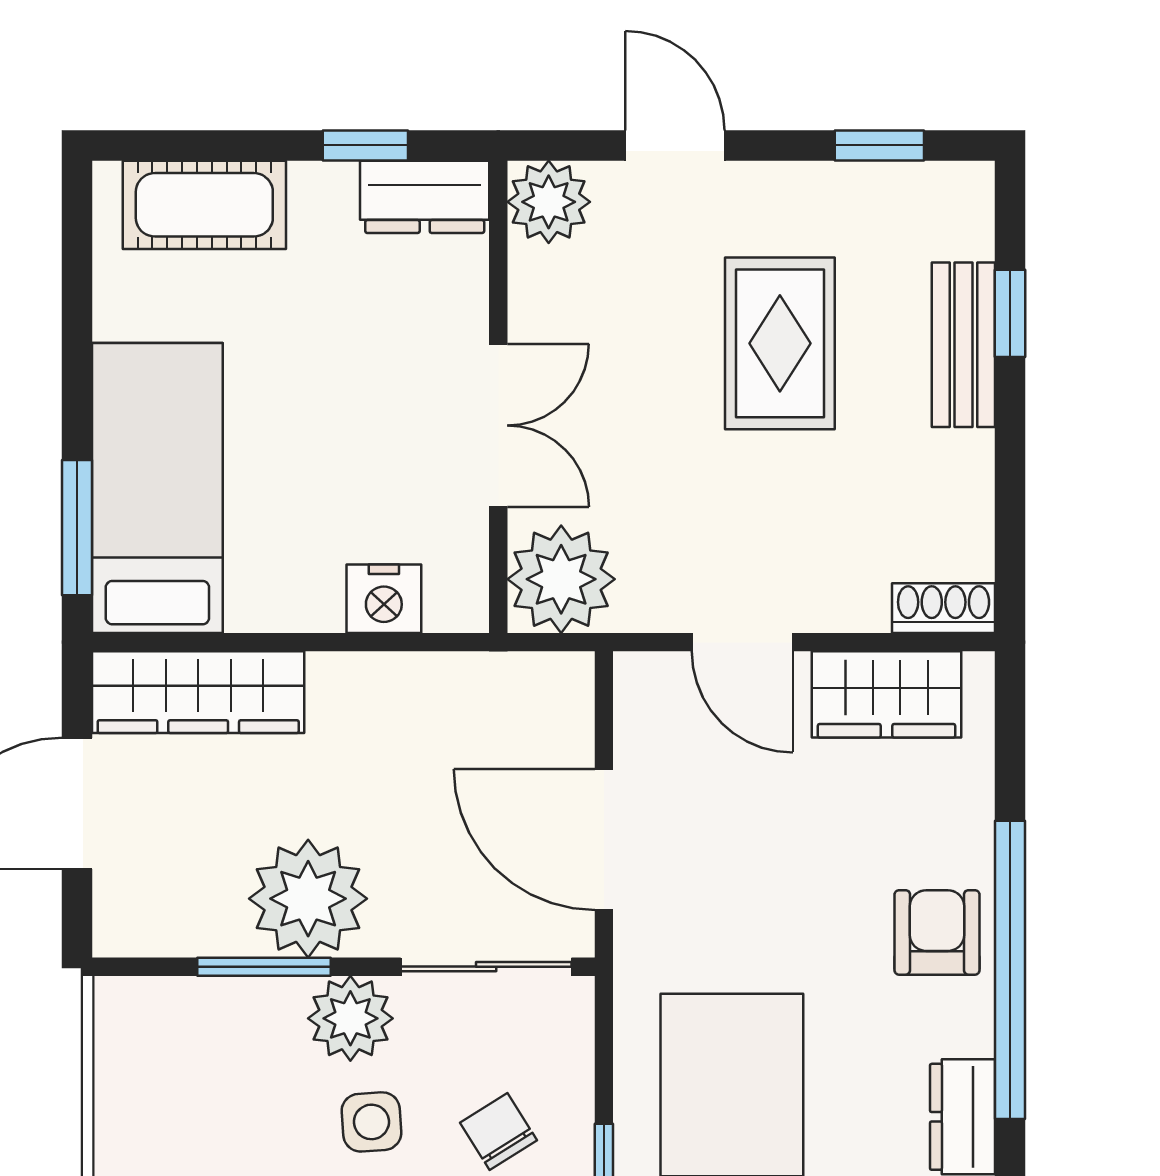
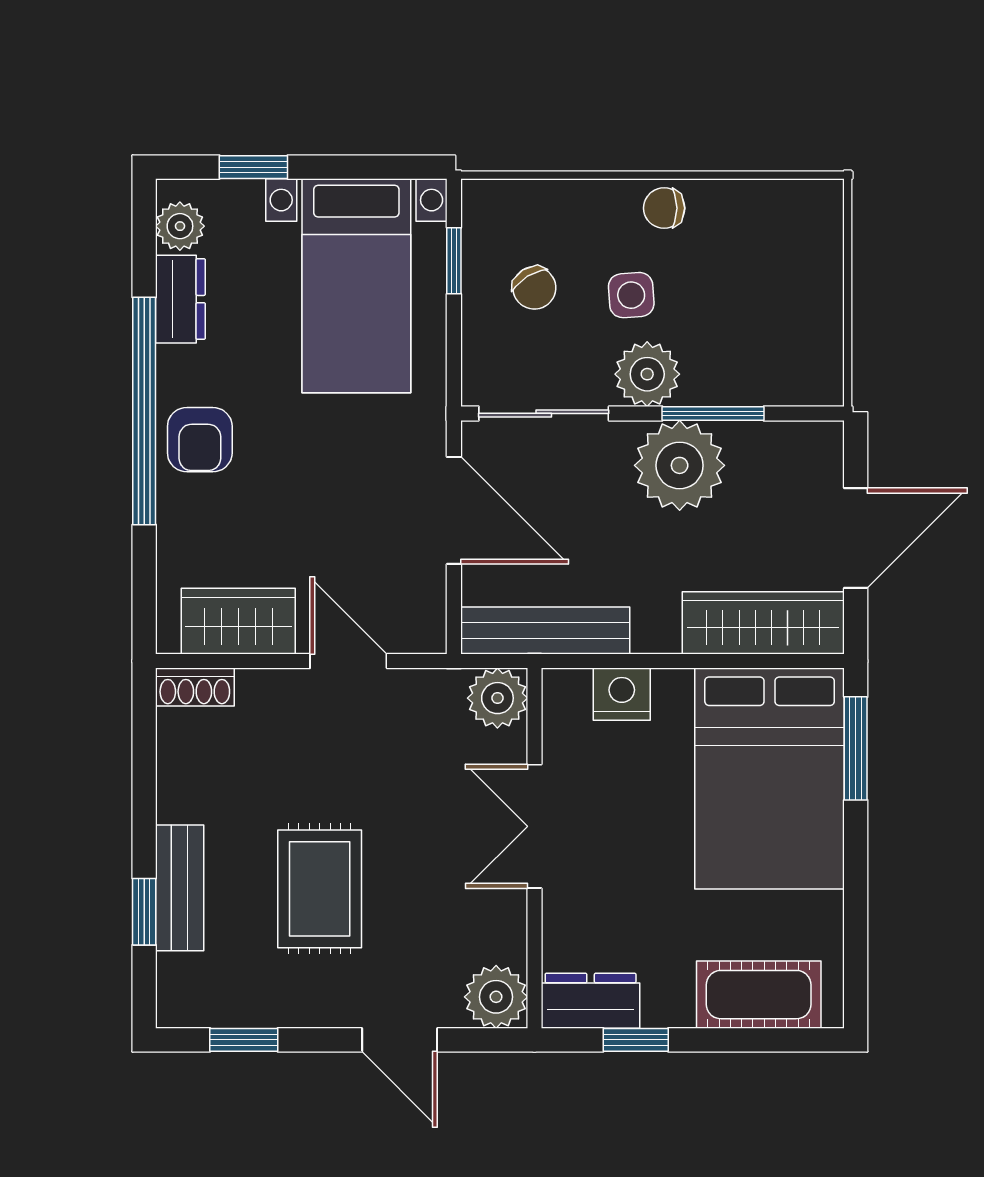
bed: (157, 488) -> (770, 779), width x1.50
plant: (561, 579) -> (497, 698), width x0.73, depth x0.73
bench: (484, 682) -> (545, 630), added

